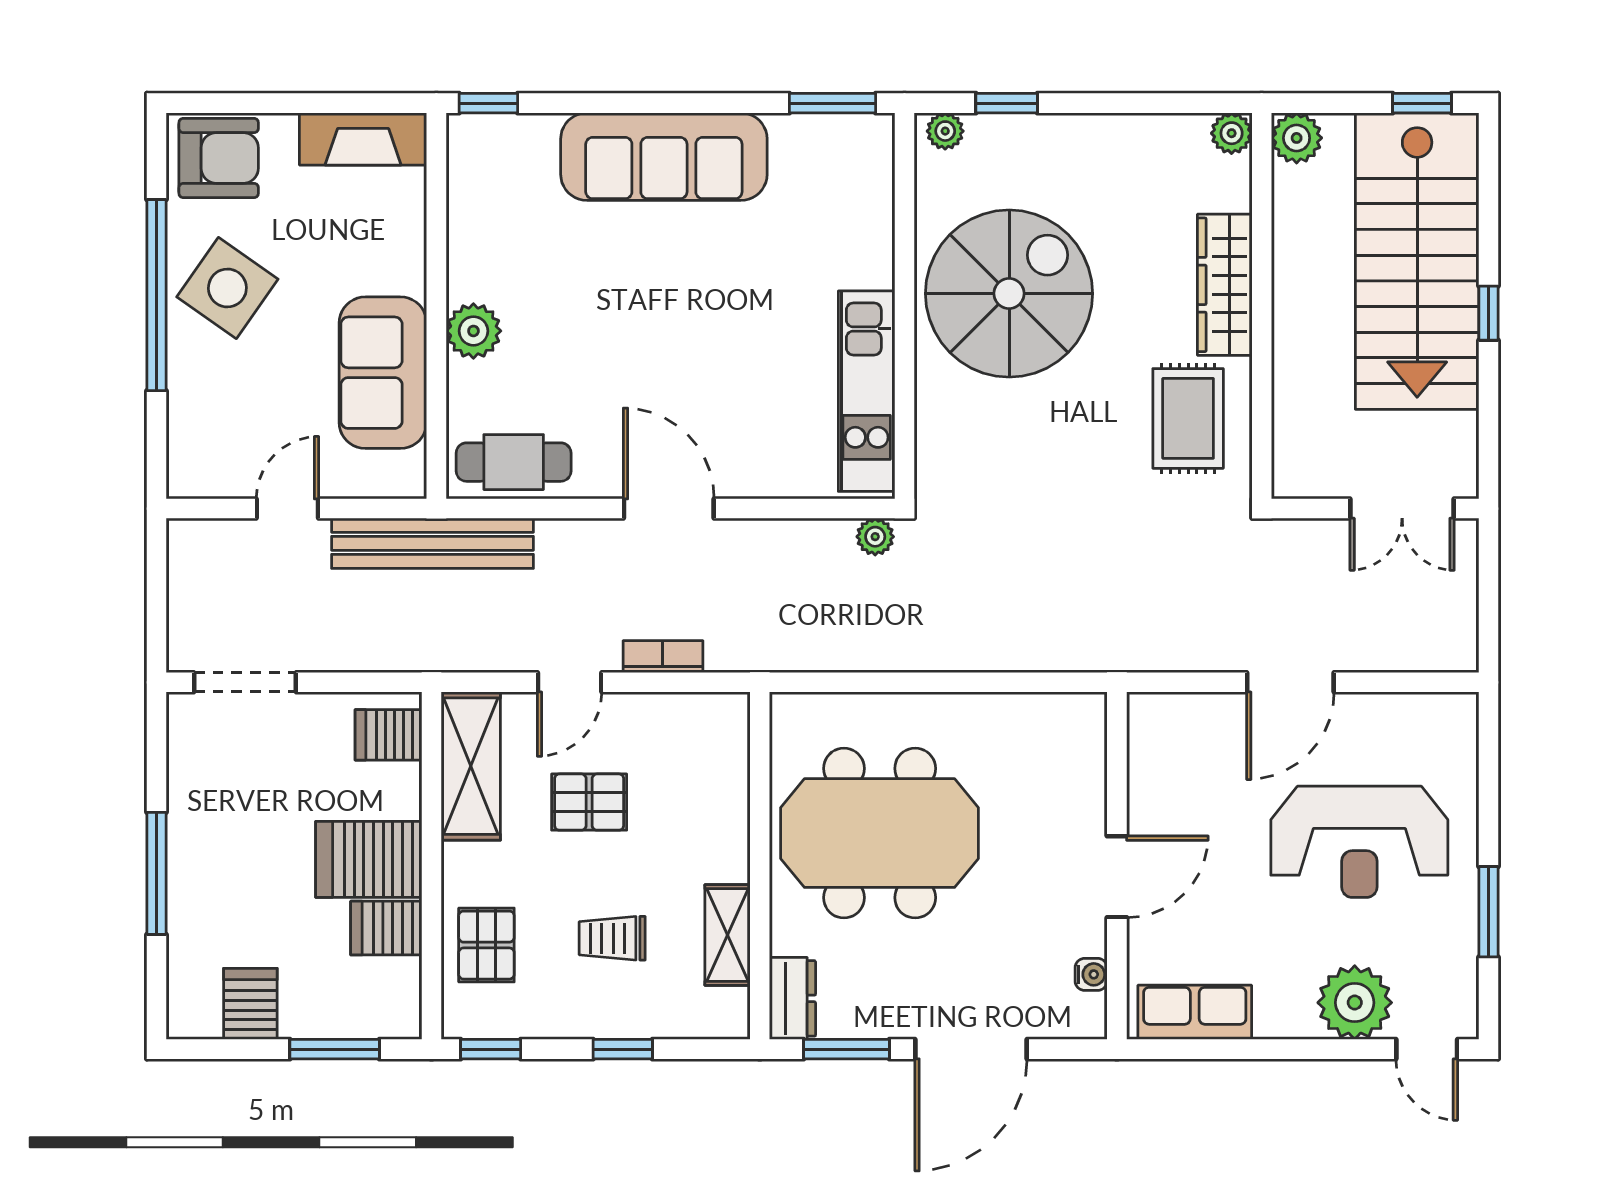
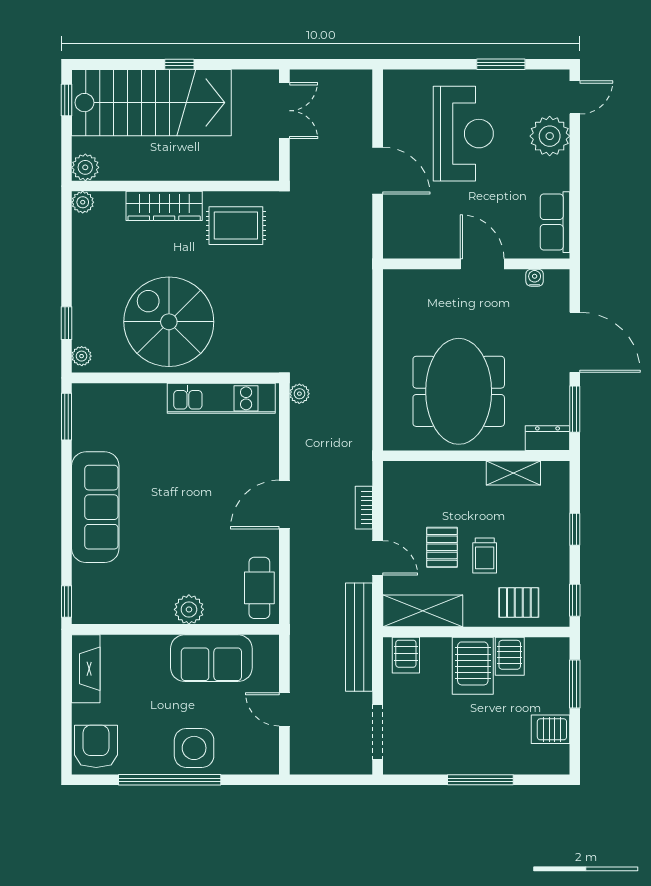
side table: (227, 288) -> (194, 748), moved, turned -35
bench: (433, 543) -> (359, 637), moved
trolley: (612, 938) -> (485, 555), moved

